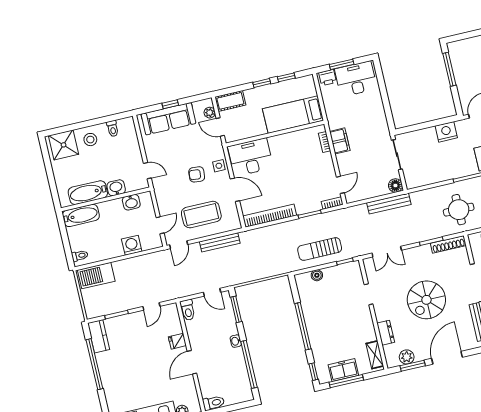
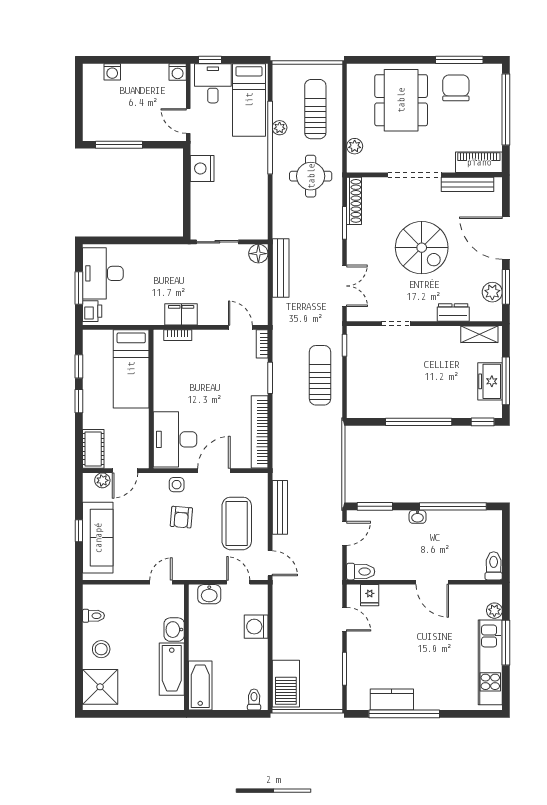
washbasin: (131, 202) -> (209, 594), moved, turned 90
sun lounger: (320, 249) -> (320, 375), turned 180
boiler: (317, 275) -> (354, 387), removed
kitchen counter: (99, 336) -> (392, 699), moved
fridge: (177, 341) -> (370, 595), moved

